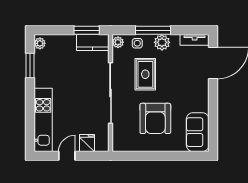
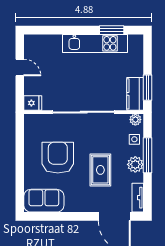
plant: (40, 43) -> (134, 40), removed
rug: (145, 74) -> (100, 170), moved, turned 90
armchair: (155, 118) -> (58, 158), turned 90
kitchen unit: (43, 120) -> (95, 43), moved
fridge: (87, 143) -> (33, 103), moved

